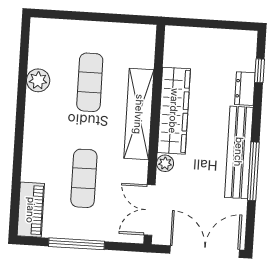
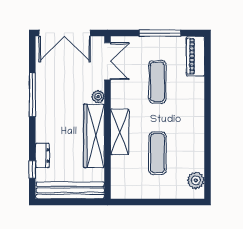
plant: (38, 80) -> (196, 180), moved
shelving: (139, 114) -> (120, 132), width x0.68
bench: (239, 152) -> (70, 190), moved, turned 90

